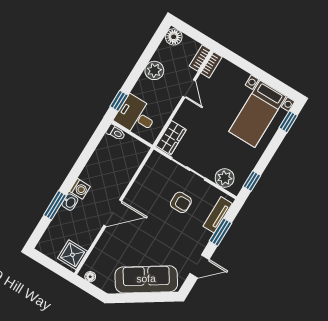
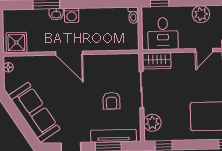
desk: (136, 116) -> (163, 34), moved, turned 180
tv unit: (218, 215) -> (113, 136), width x1.41

